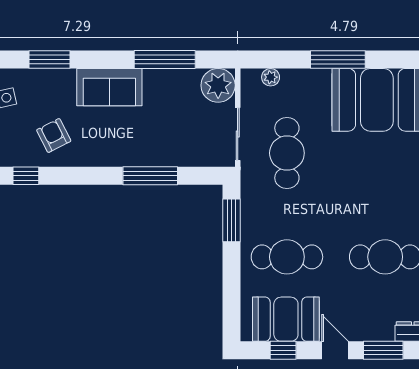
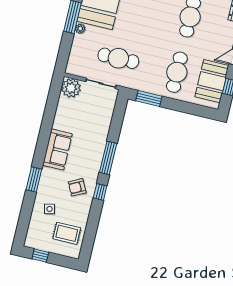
window: (165, 60) -> (49, 115), removed
plant: (271, 77) -> (80, 29), moved
window: (26, 176) -> (100, 192), moved
window: (150, 176) -> (108, 158), moved

